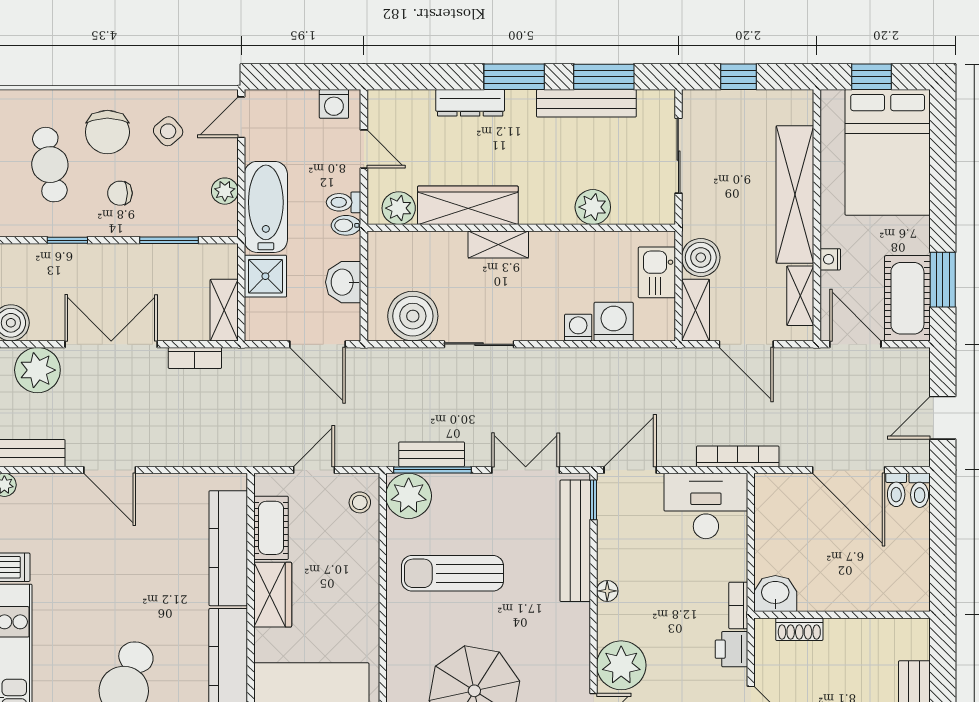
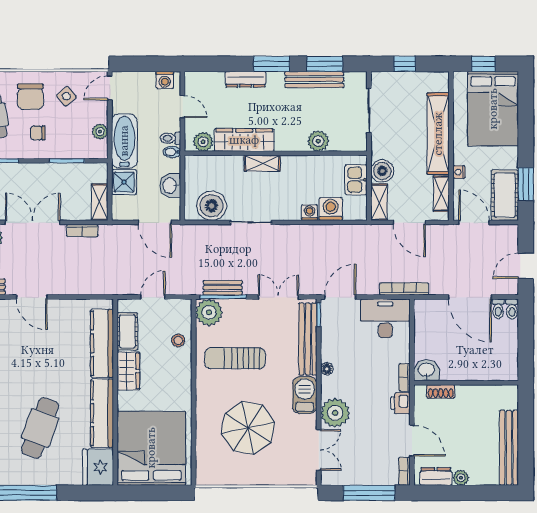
stool: (360, 502) -> (178, 340), moved
barbecue: (570, 635) -> (305, 395), added

